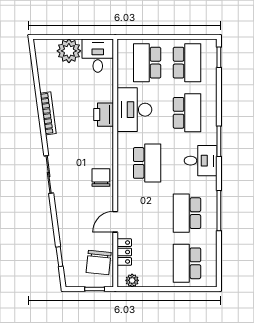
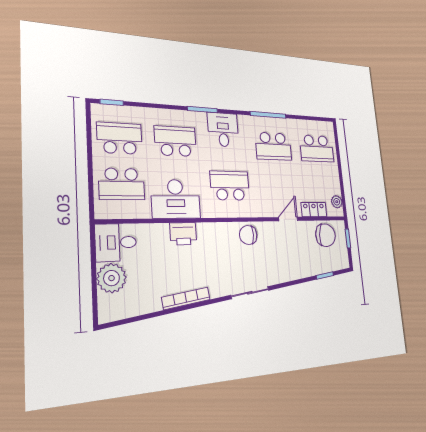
door: (115, 222) -> (288, 219), swing flipped

